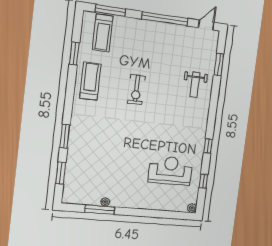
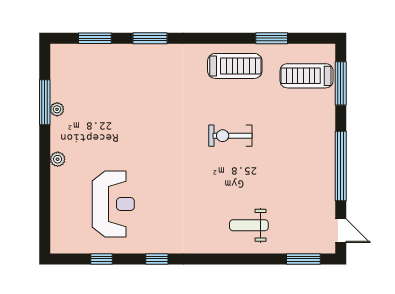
window: (219, 64) -> (303, 259), moved
plant: (192, 208) -> (58, 159), moved

